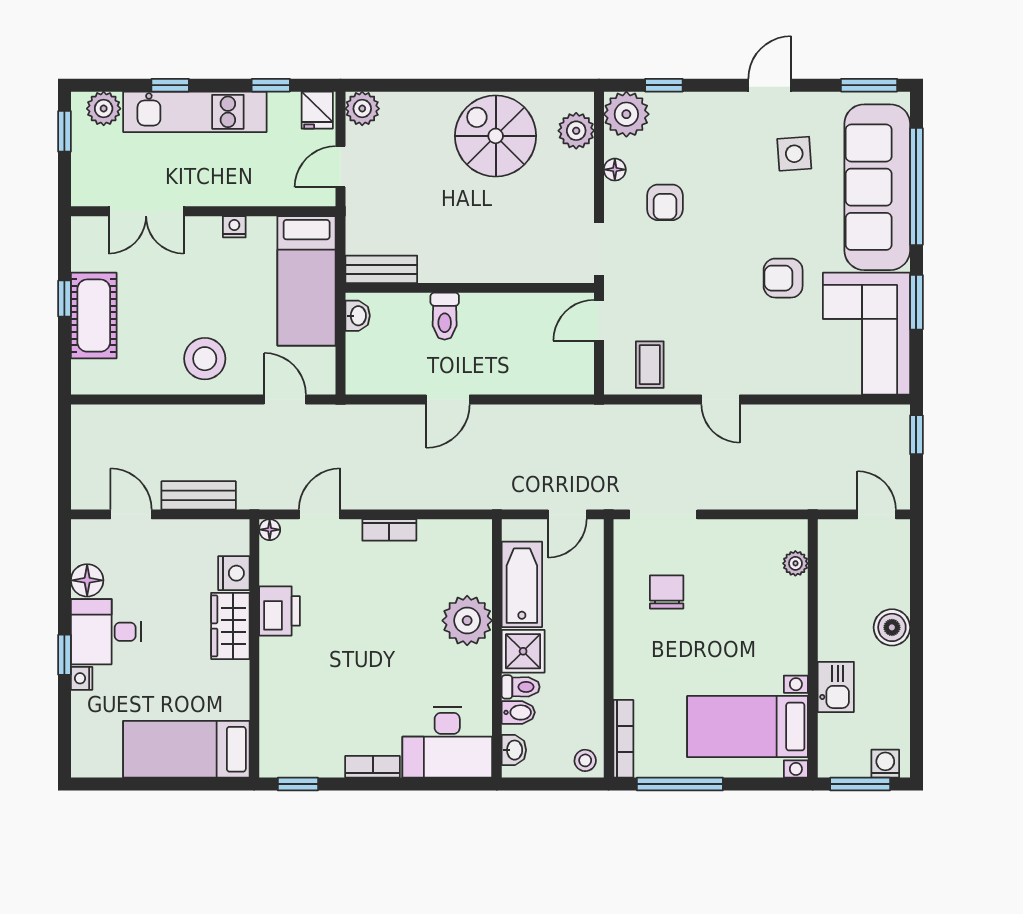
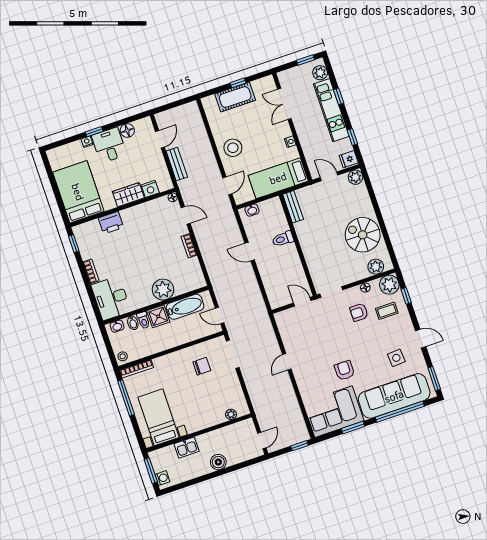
spiral stairs: (496, 136) -> (363, 235), turned -90
washbasin: (358, 316) -> (252, 210), moved
coffee table: (650, 365) -> (387, 311), moved
printer: (280, 611) -> (111, 223), moved
bed: (186, 749) -> (78, 192), width x1.50

